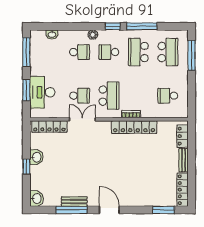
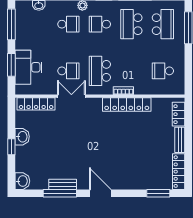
school desk: (109, 96) -> (100, 71), turned 180

